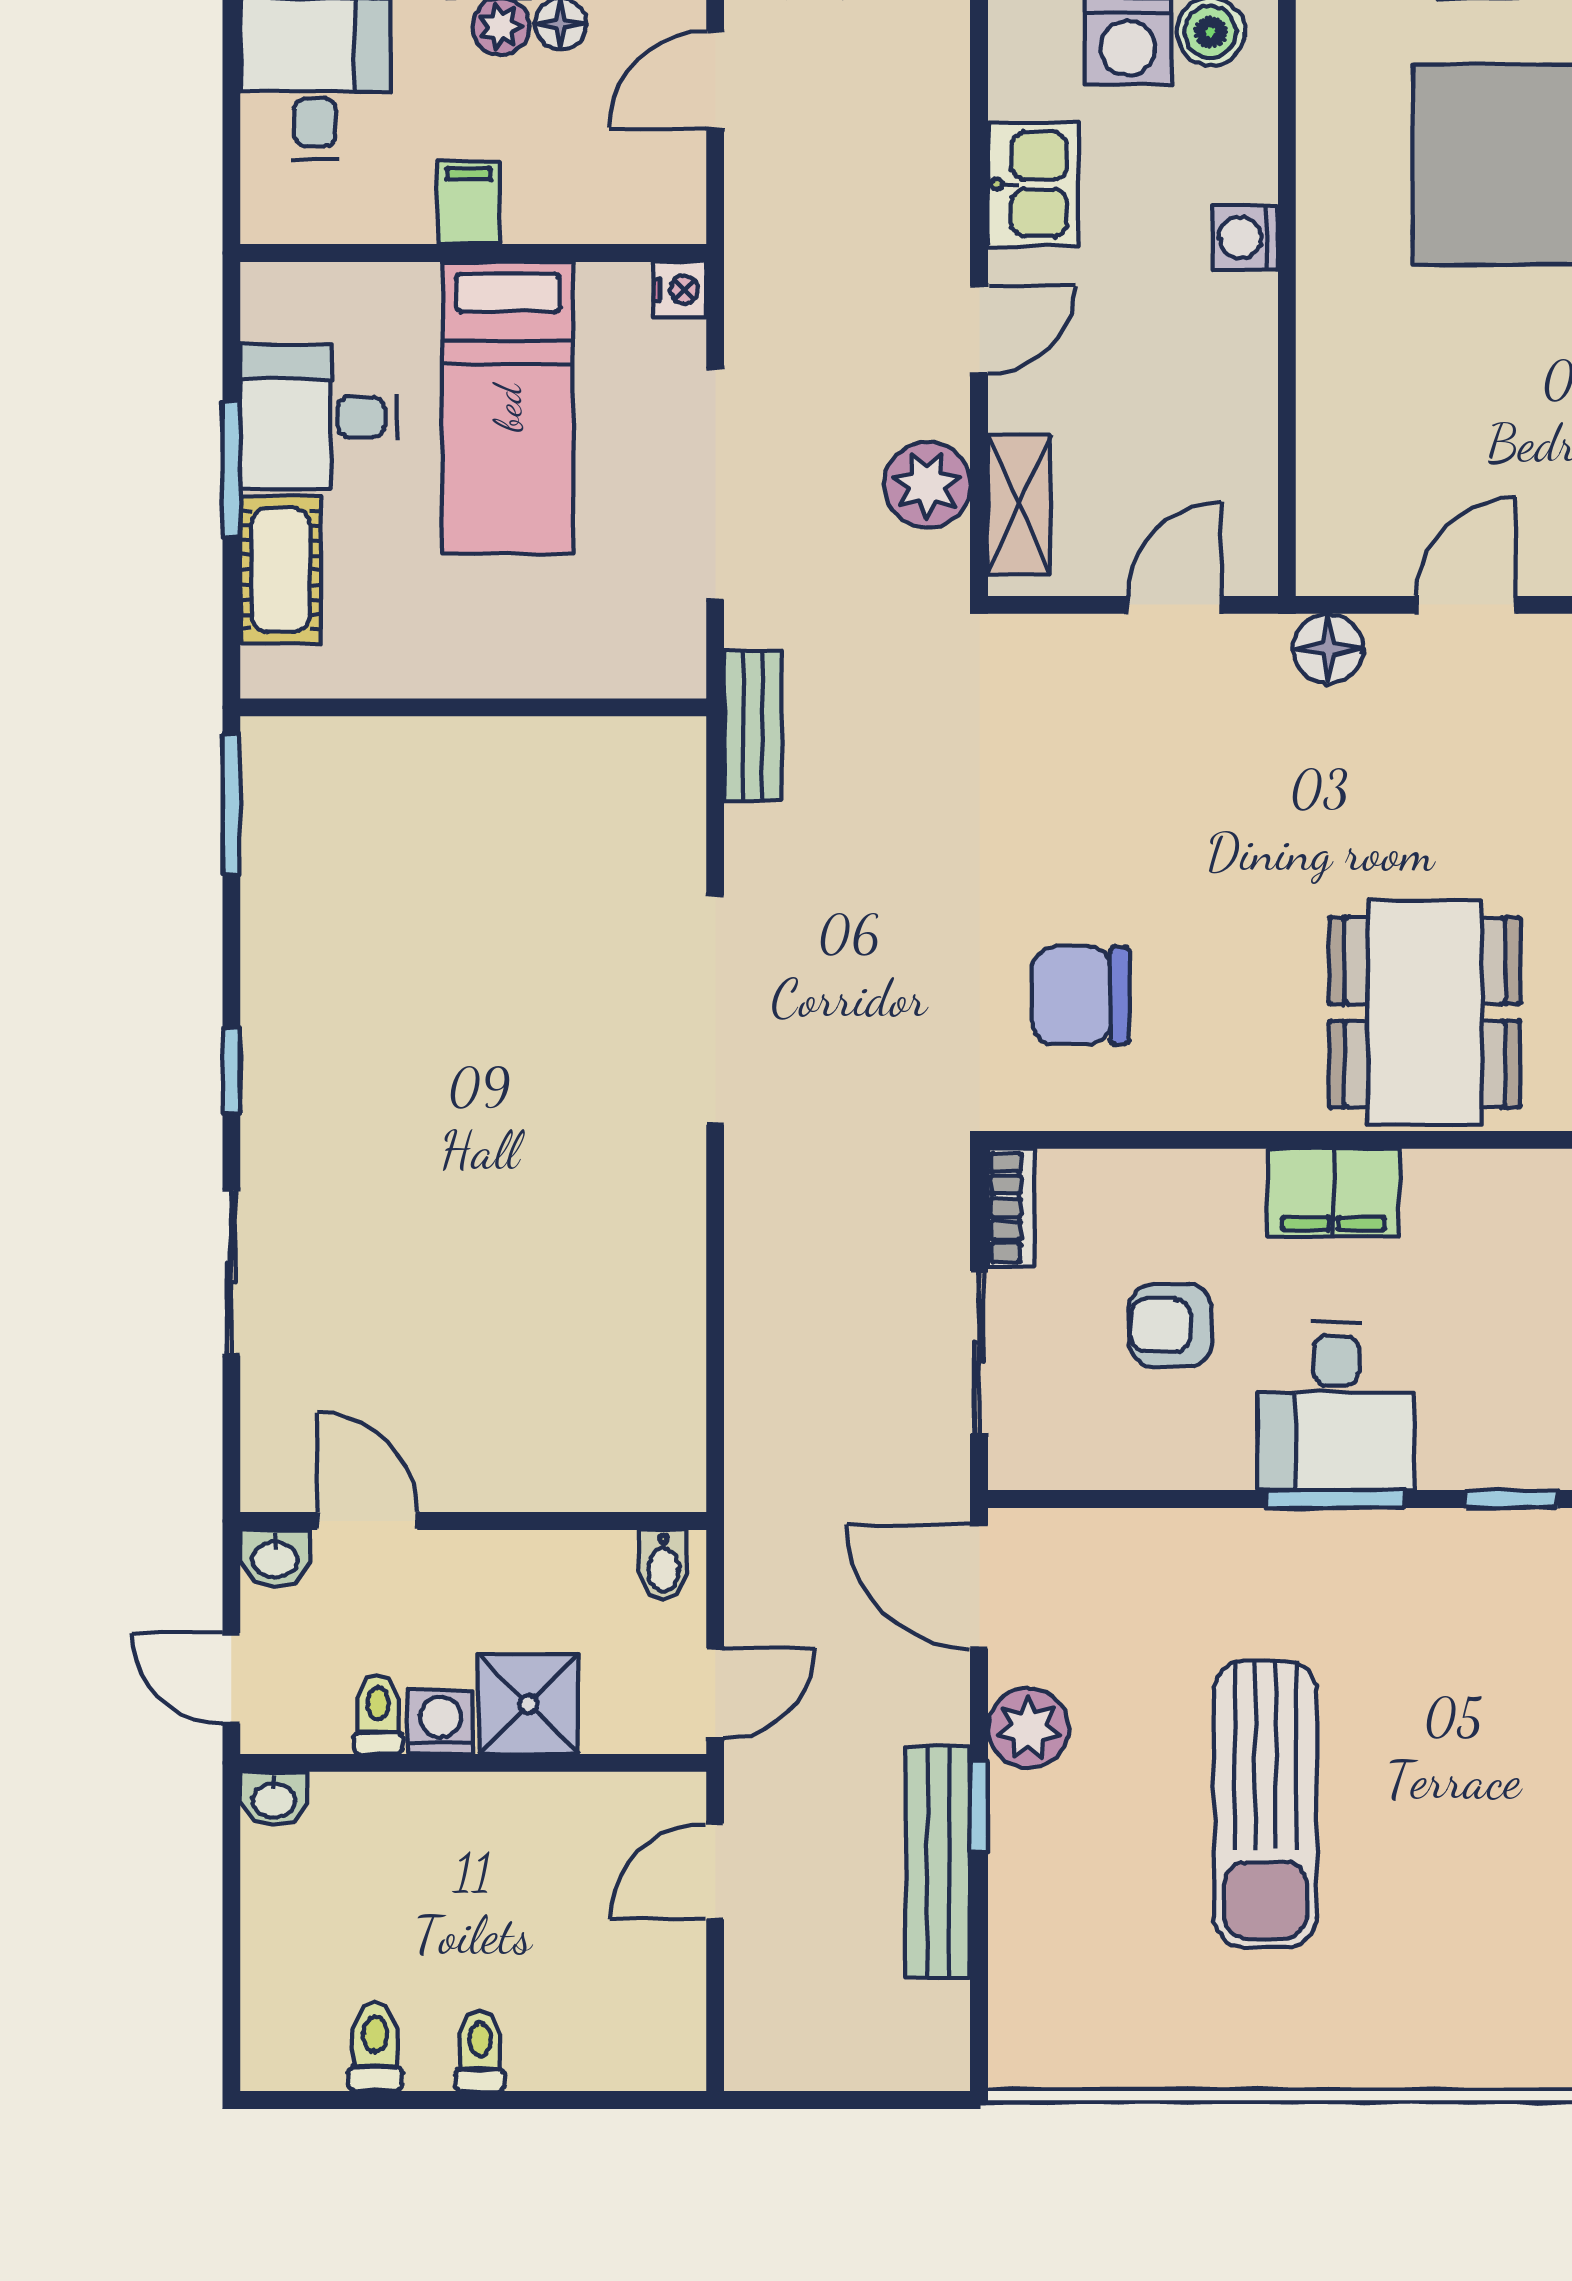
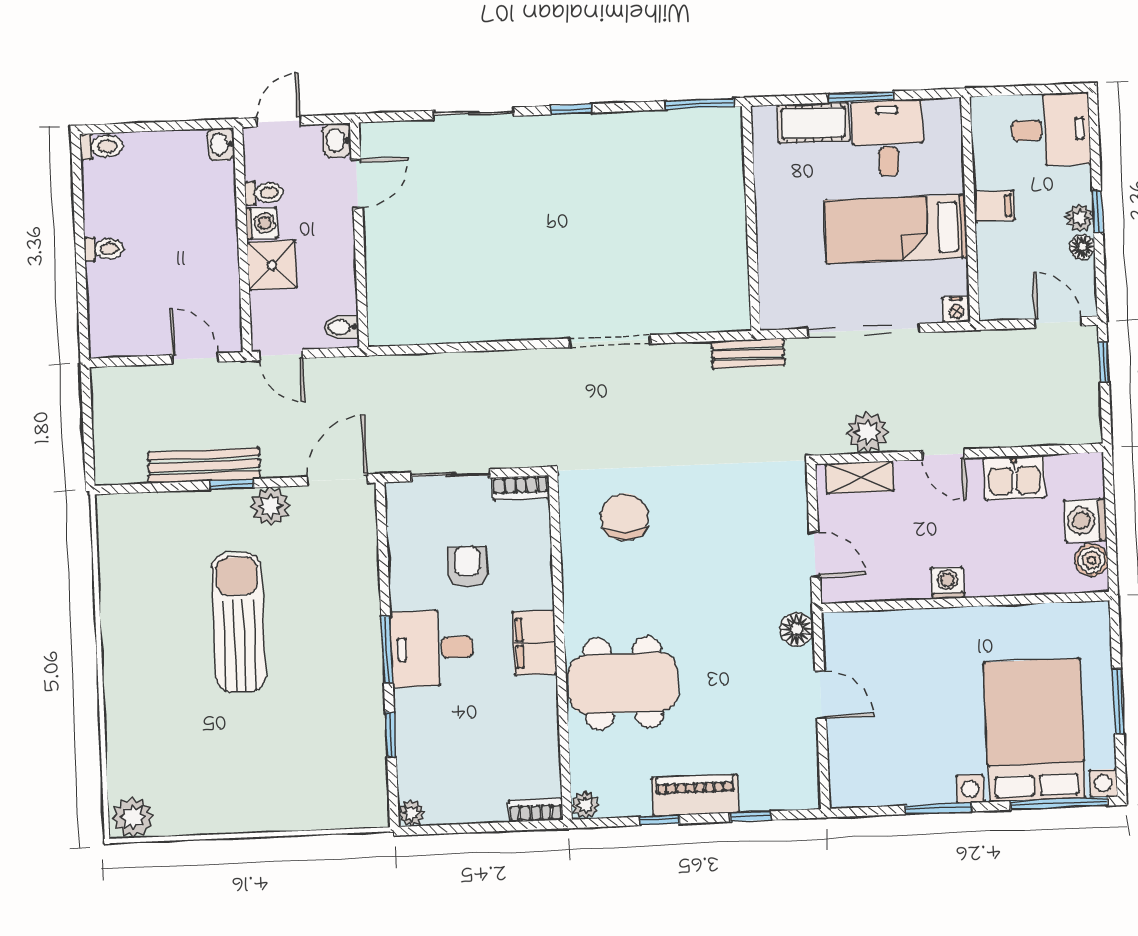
washing machine: (1245, 238) -> (948, 583), moved
doorway: (715, 1010) -> (610, 341), width x0.73
sun lounger: (1265, 1804) -> (239, 622), turned 90
toilet: (375, 2047) -> (101, 146), moved

